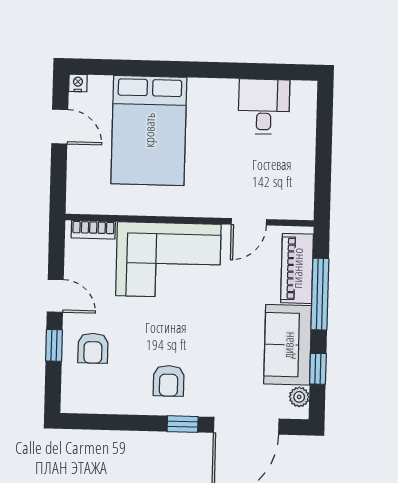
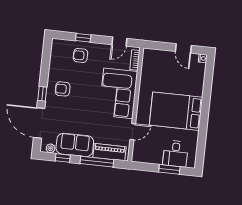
desk: (264, 107) -> (175, 154), moved, turned 90
door: (60, 127) -> (183, 48), hinge flipped
bed: (149, 130) -> (176, 111), moved
window: (324, 136) -> (169, 169), added
door: (249, 222) -> (133, 132), swing flipped
door: (55, 296) -> (119, 42), moved

